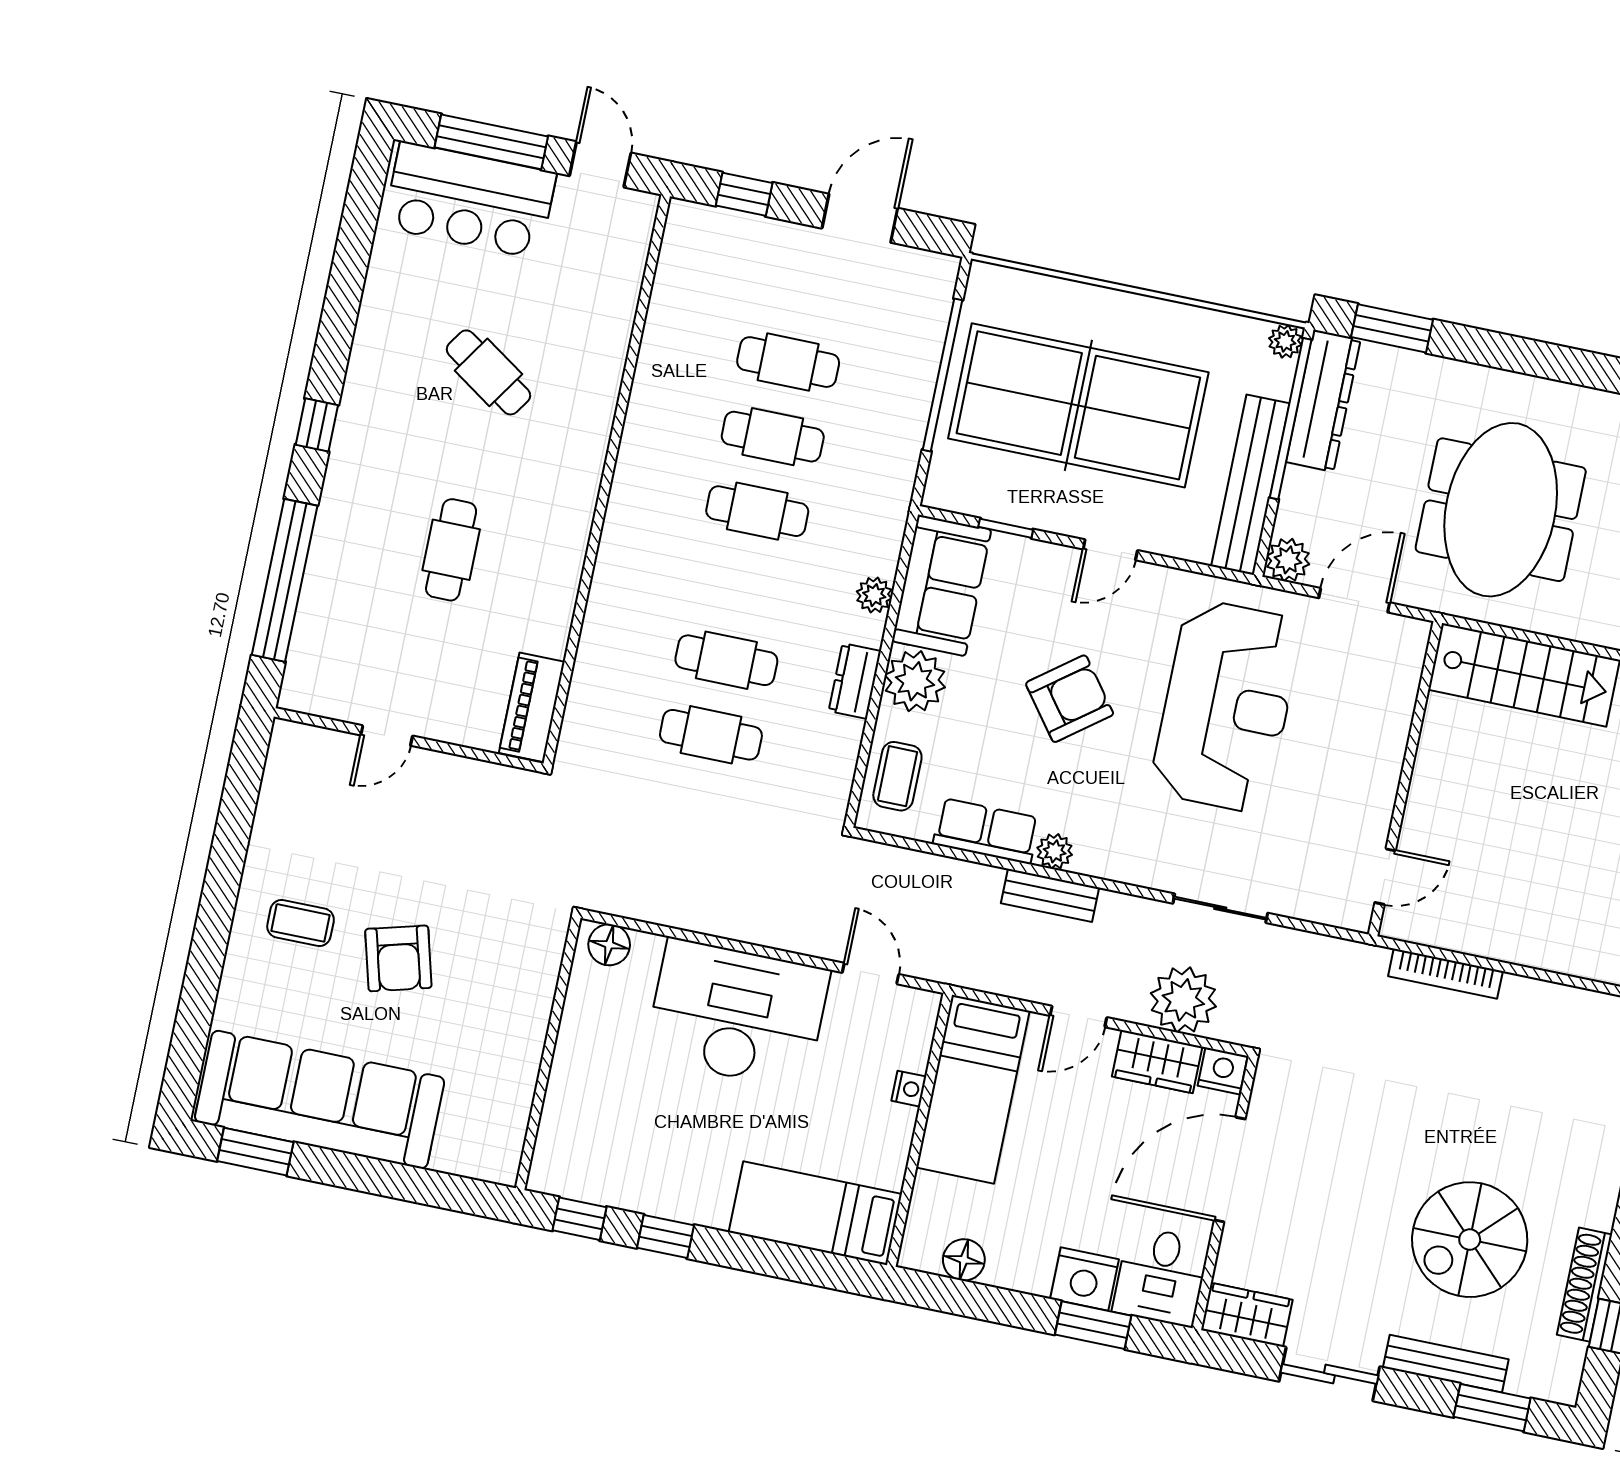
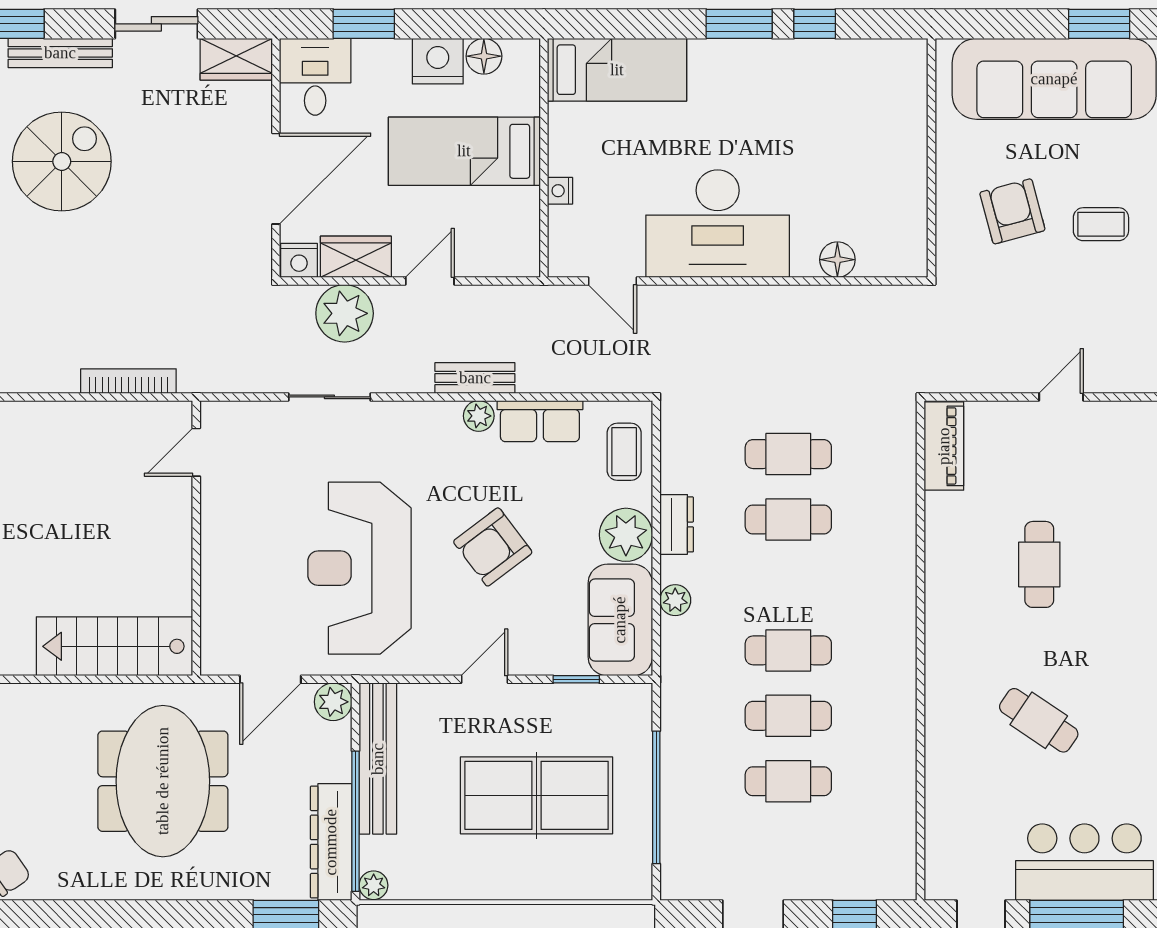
table tennis table: (1078, 405) -> (537, 795), width x0.73, depth x0.76
wall: (548, 1053) -> (931, 158), moved
bed: (973, 1089) -> (464, 151), moved, turned -90
window: (665, 1237) -> (739, 24), width x1.50
nightstand: (1084, 1279) -> (438, 61), moved

